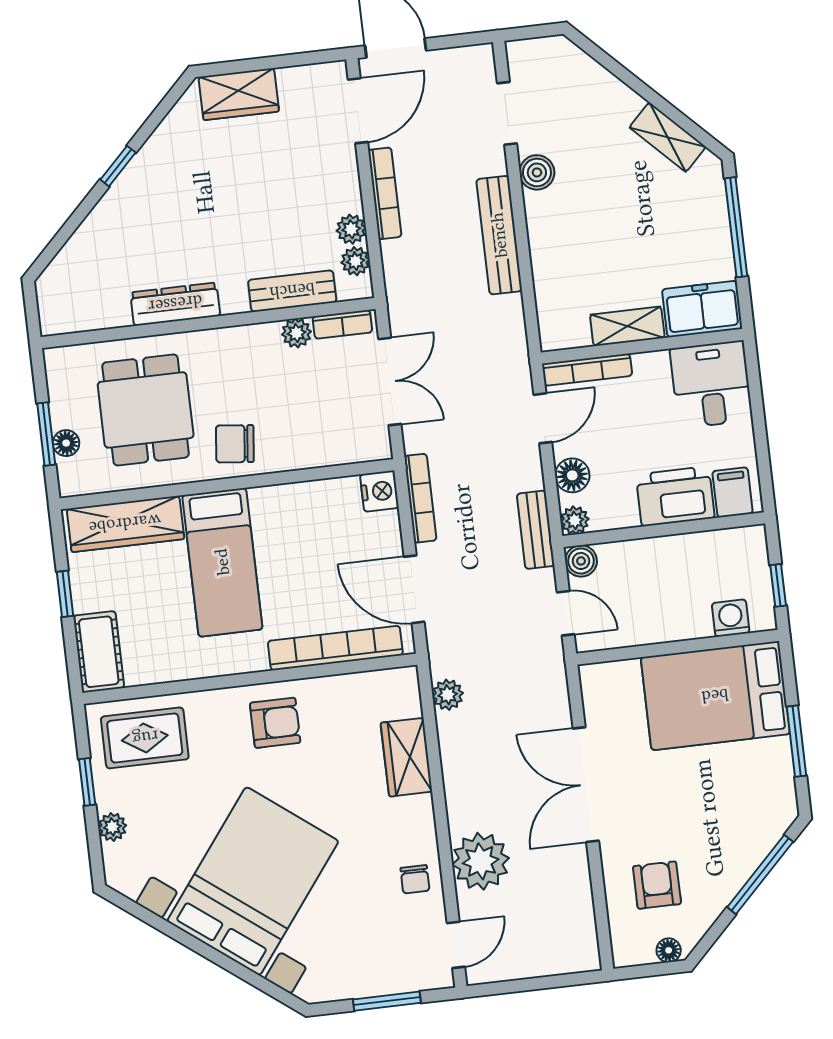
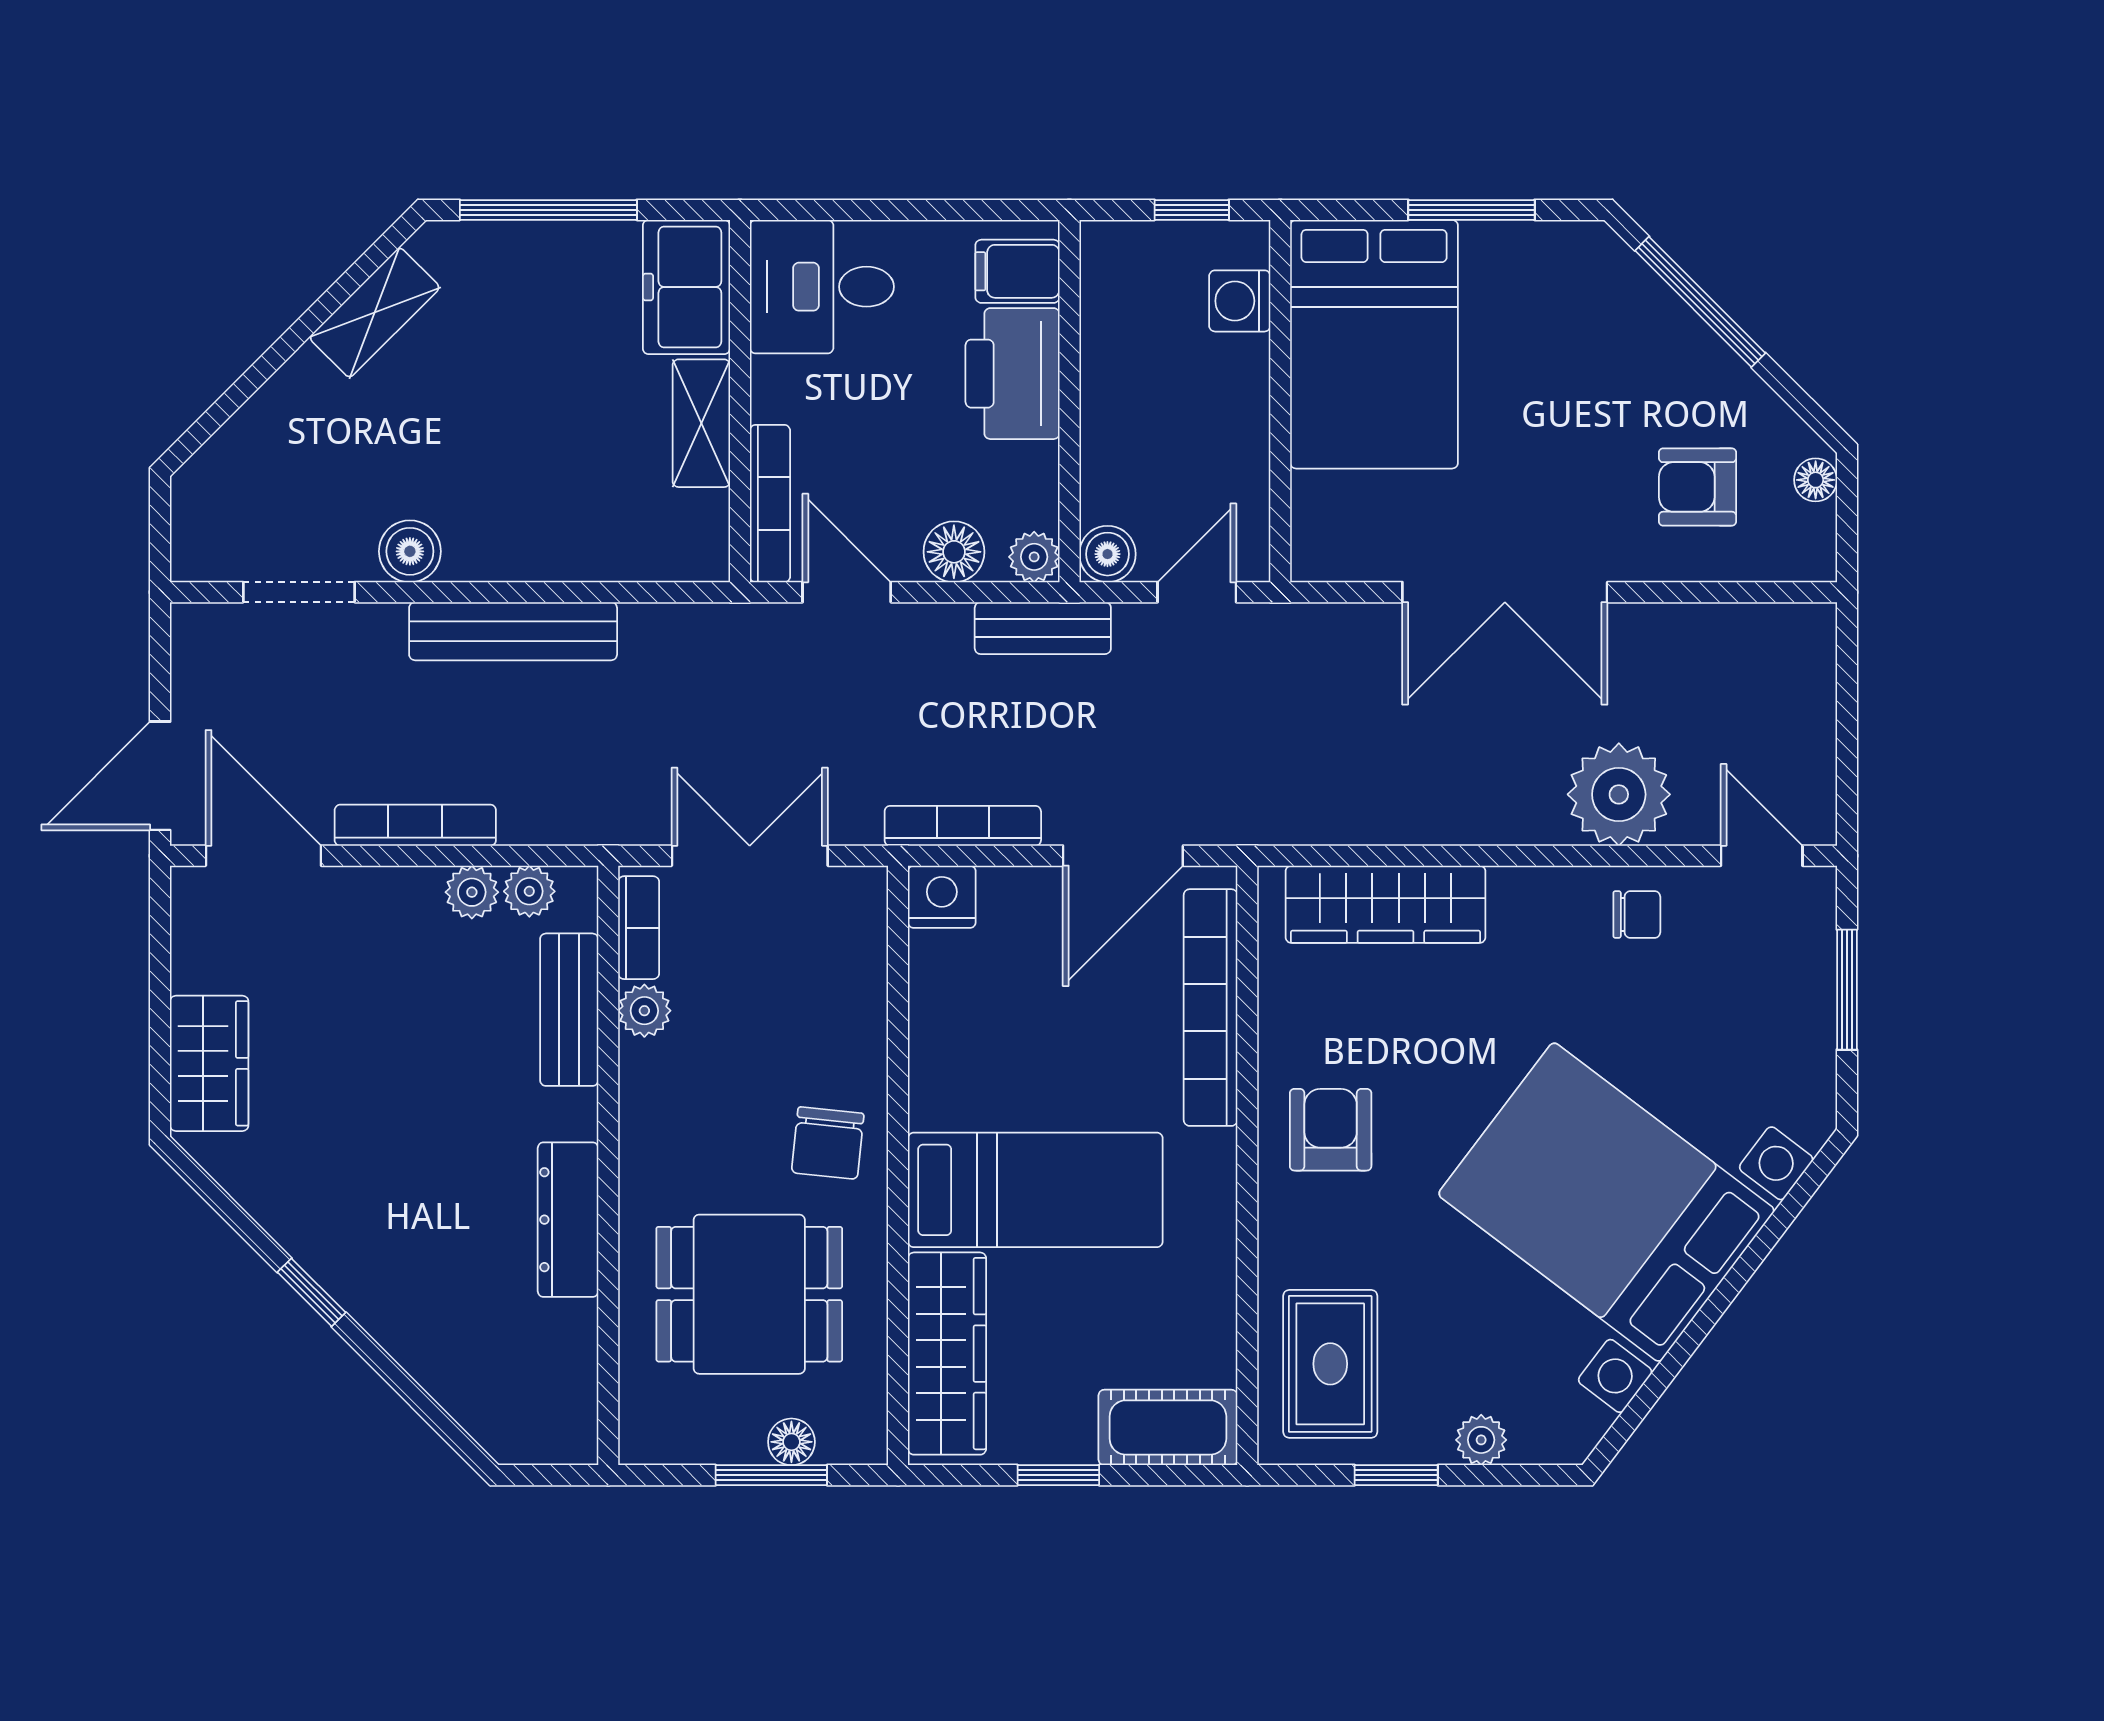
plant: (448, 695) -> (1317, 818), removed
wardrobe: (406, 757) -> (1386, 904), width x1.50

